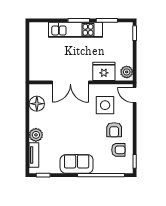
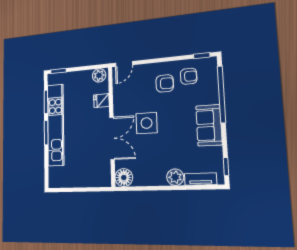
kitchen unit: (76, 30) -> (56, 125), width x1.36
fridge: (104, 71) -> (101, 101), width x0.53, depth x0.75
floor lamp: (37, 104) -> (124, 178), moved
side table: (105, 105) -> (146, 123), moved
armchair: (118, 150) -> (189, 76), turned 90

